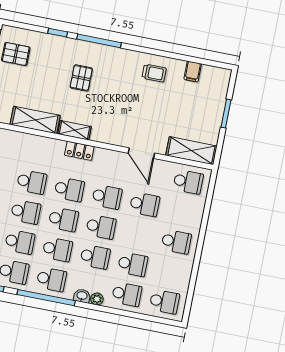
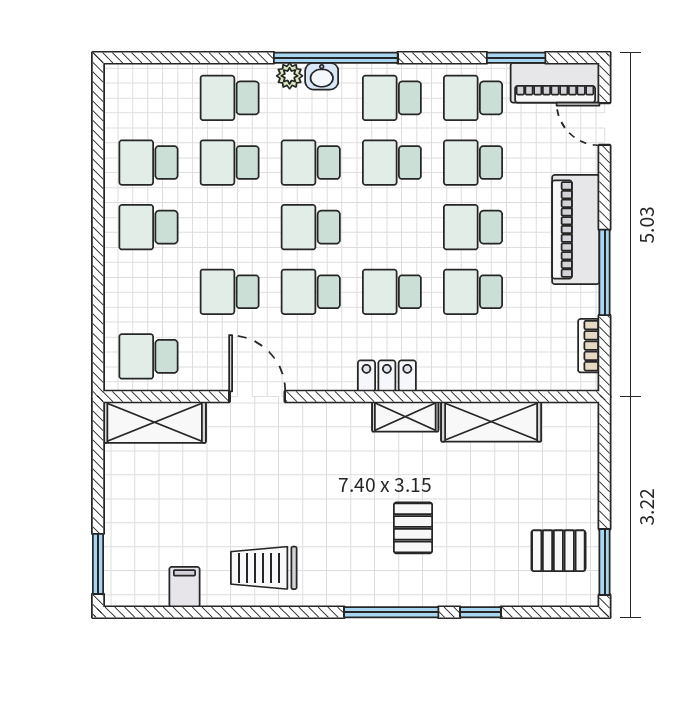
trolley: (154, 73) -> (264, 568), width x1.36, depth x1.39
window: (226, 114) -> (98, 564), moved
school desk: (63, 219) -> (392, 227), removed
window: (46, 298) -> (336, 58), moved
school desk: (164, 302) -> (148, 163), moved

